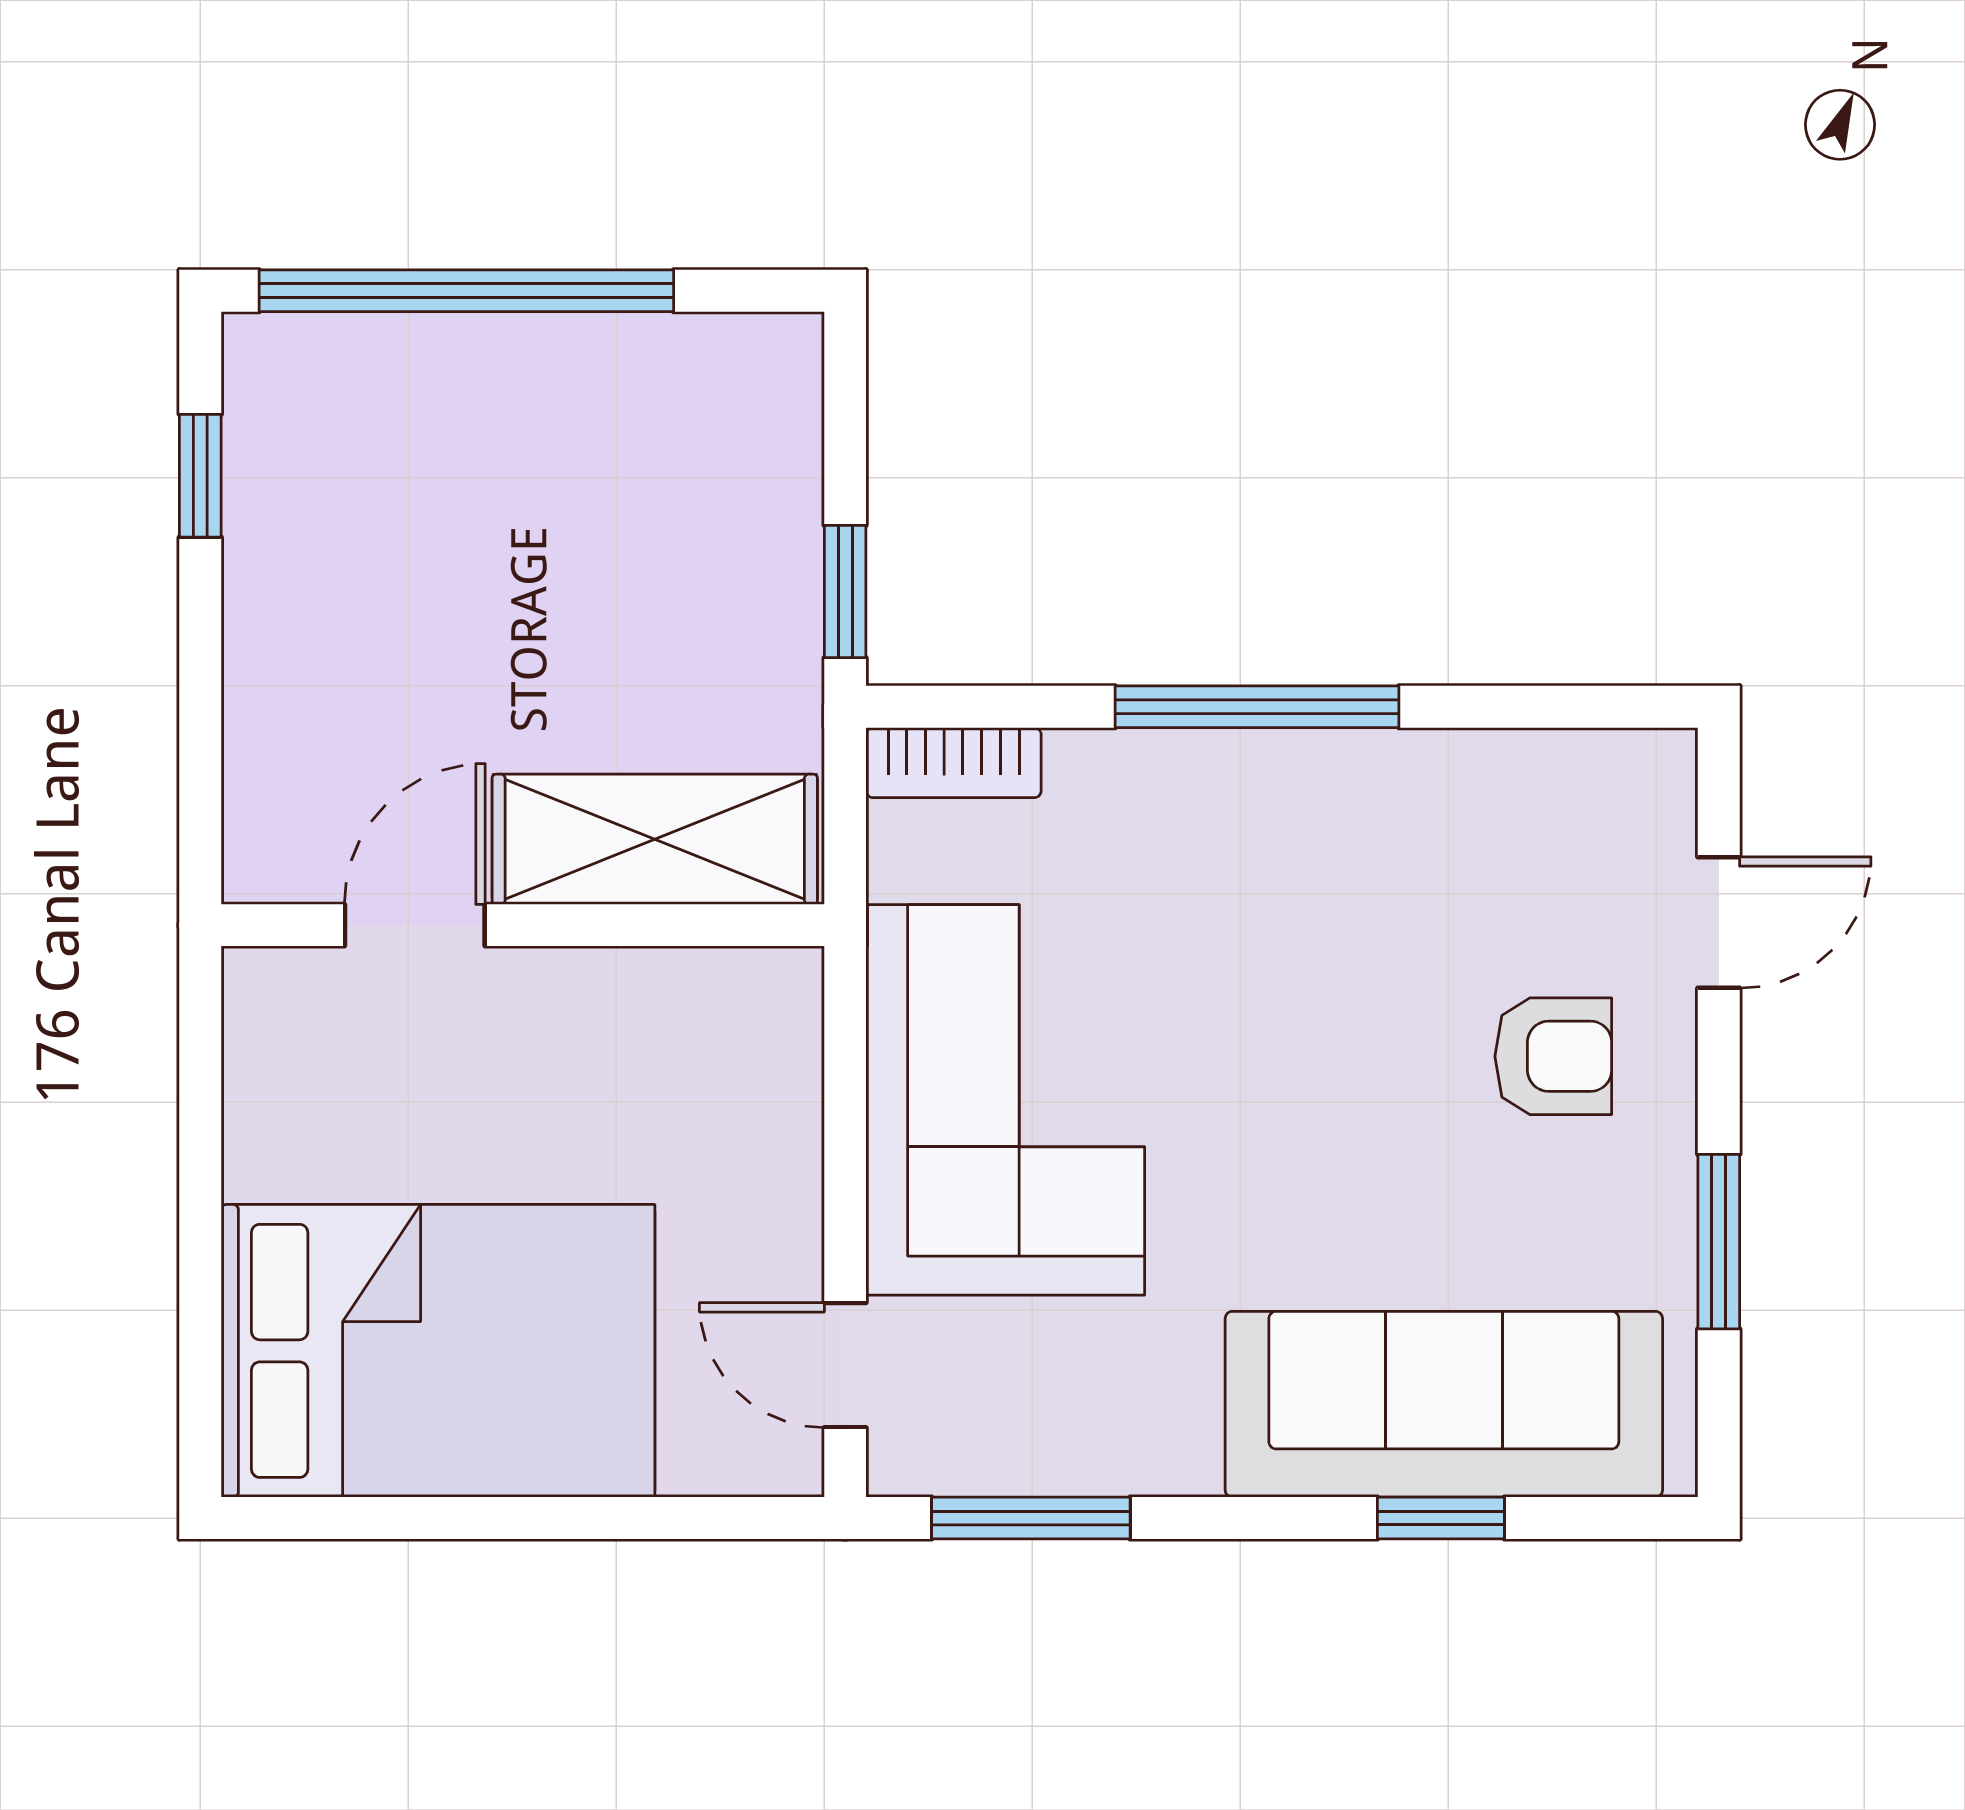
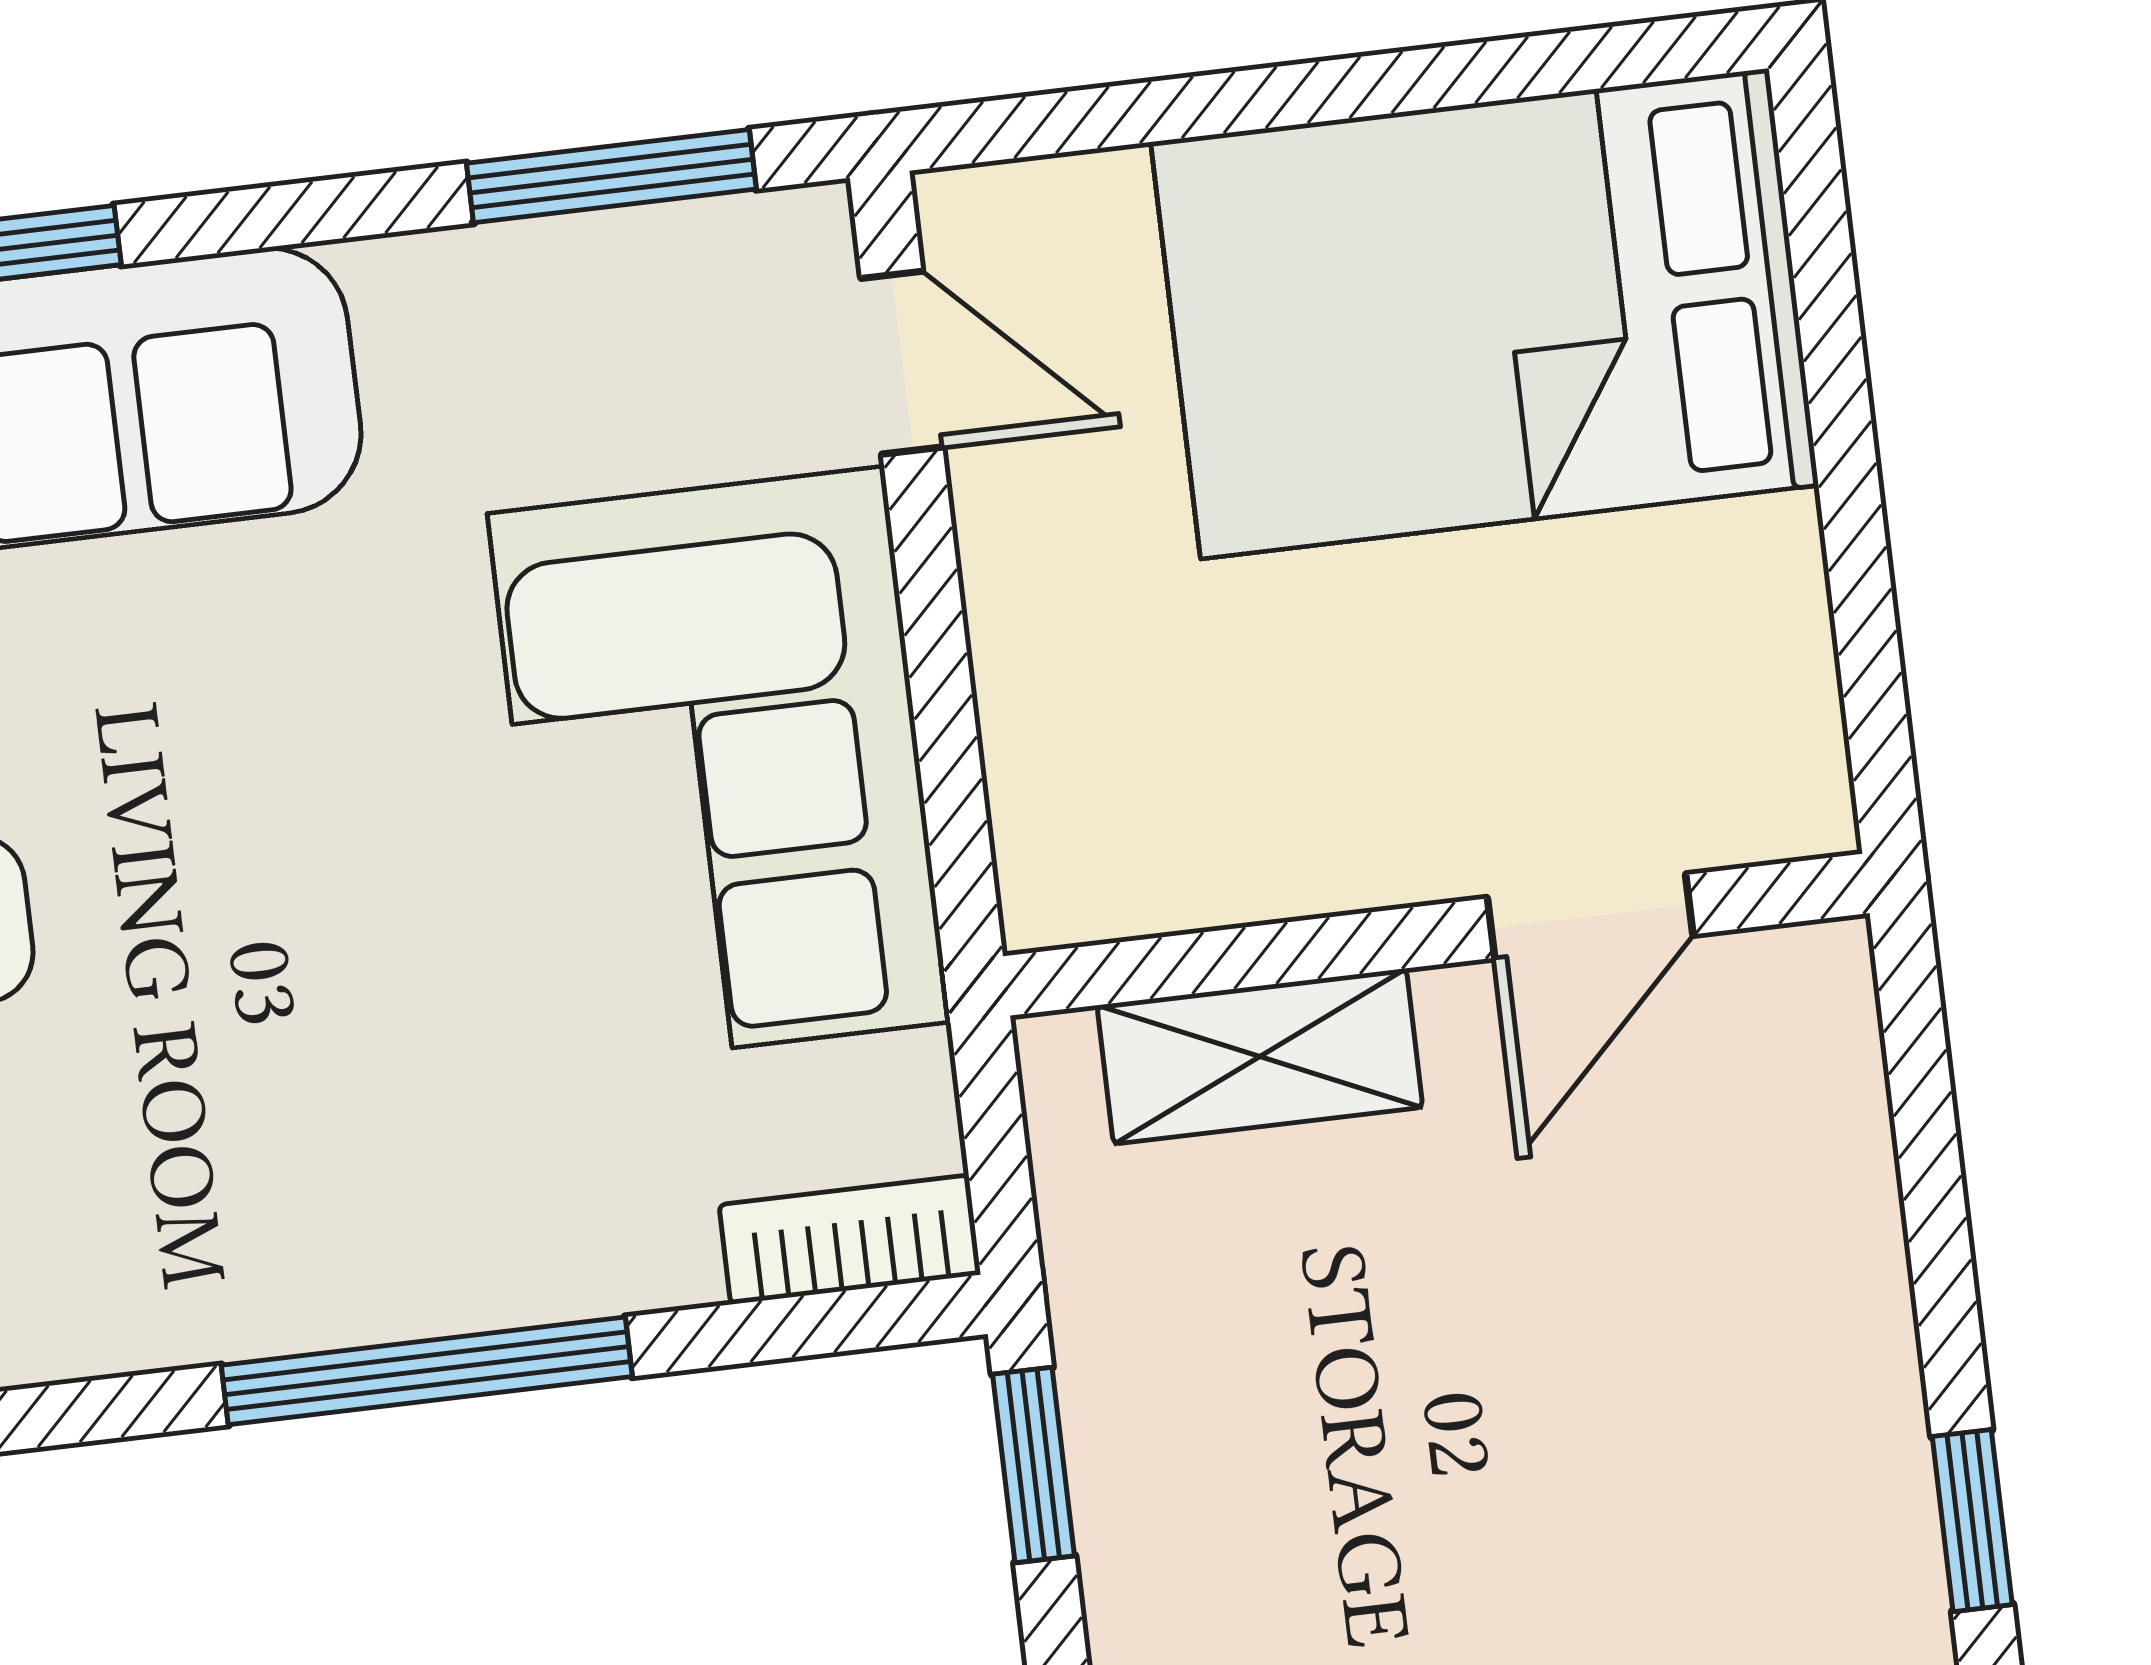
shelving: (655, 839) -> (1260, 1056), width x0.67, depth x0.75

